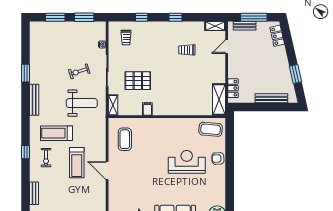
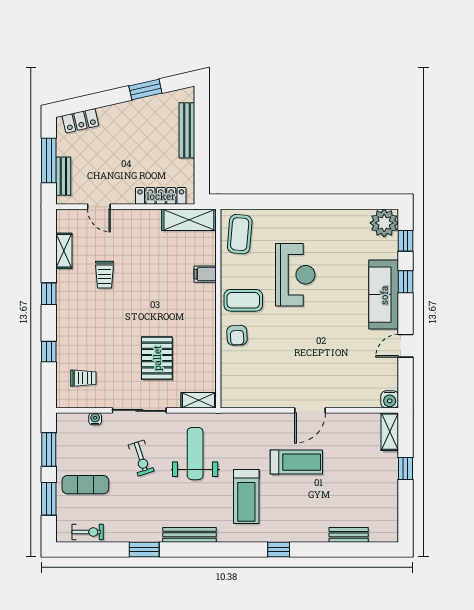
shelving: (215, 26) -> (64, 251), moved
exercise mat: (64, 39) -> (85, 485), added
locker: (233, 88) -> (161, 196), width x1.53
filing cabinet: (147, 109) -> (205, 274), moved
coffee table: (125, 139) -> (243, 300), moved
exercise bike: (46, 158) -> (88, 532), moved
armchair: (218, 158) -> (237, 335), moved
reception desk: (187, 162) -> (295, 275), turned 180

